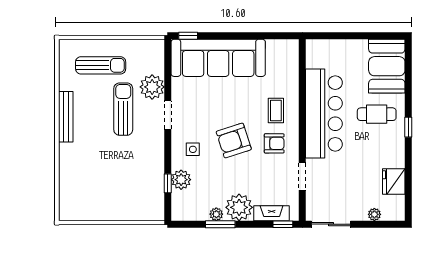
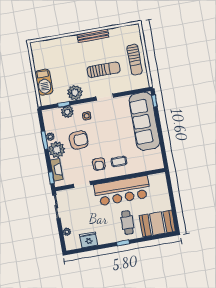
sun lounger: (101, 65) -> (134, 60), moved
plant: (152, 87) -> (75, 93), moved
armchair: (234, 140) -> (79, 140), moved, turned 105
barbecue: (127, 209) -> (44, 82), added

